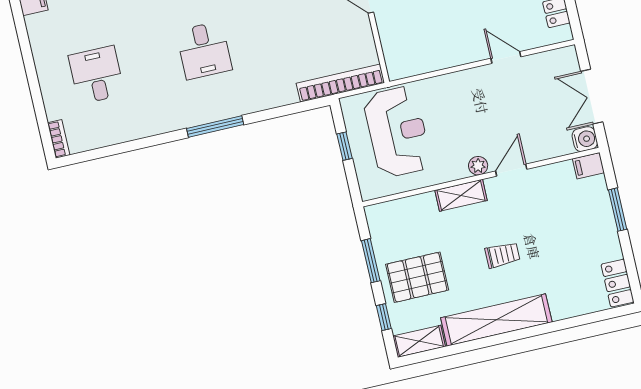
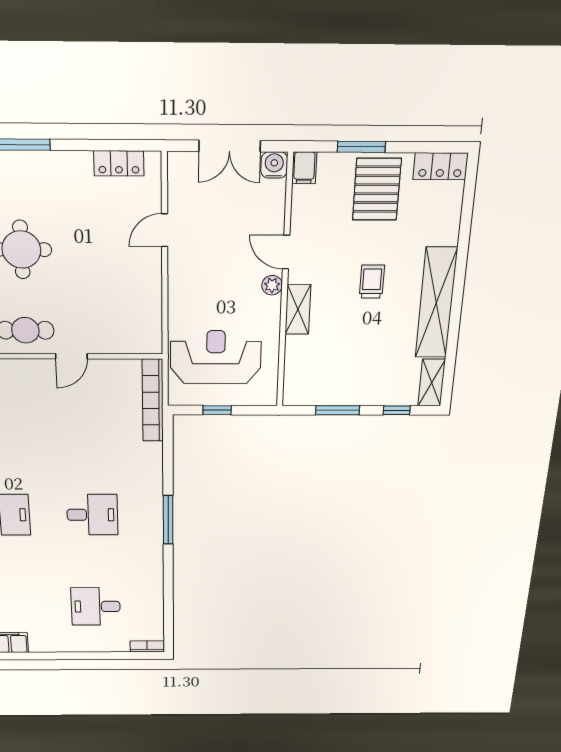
pallet: (417, 277) -> (377, 189), moved

